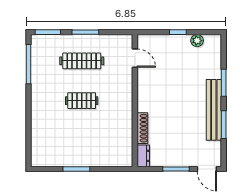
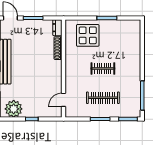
plant: (197, 41) -> (14, 109), width x1.87, depth x1.87
door: (135, 58) -> (64, 100), hinge flipped
display table: (102, 145) -> (88, 35), added

